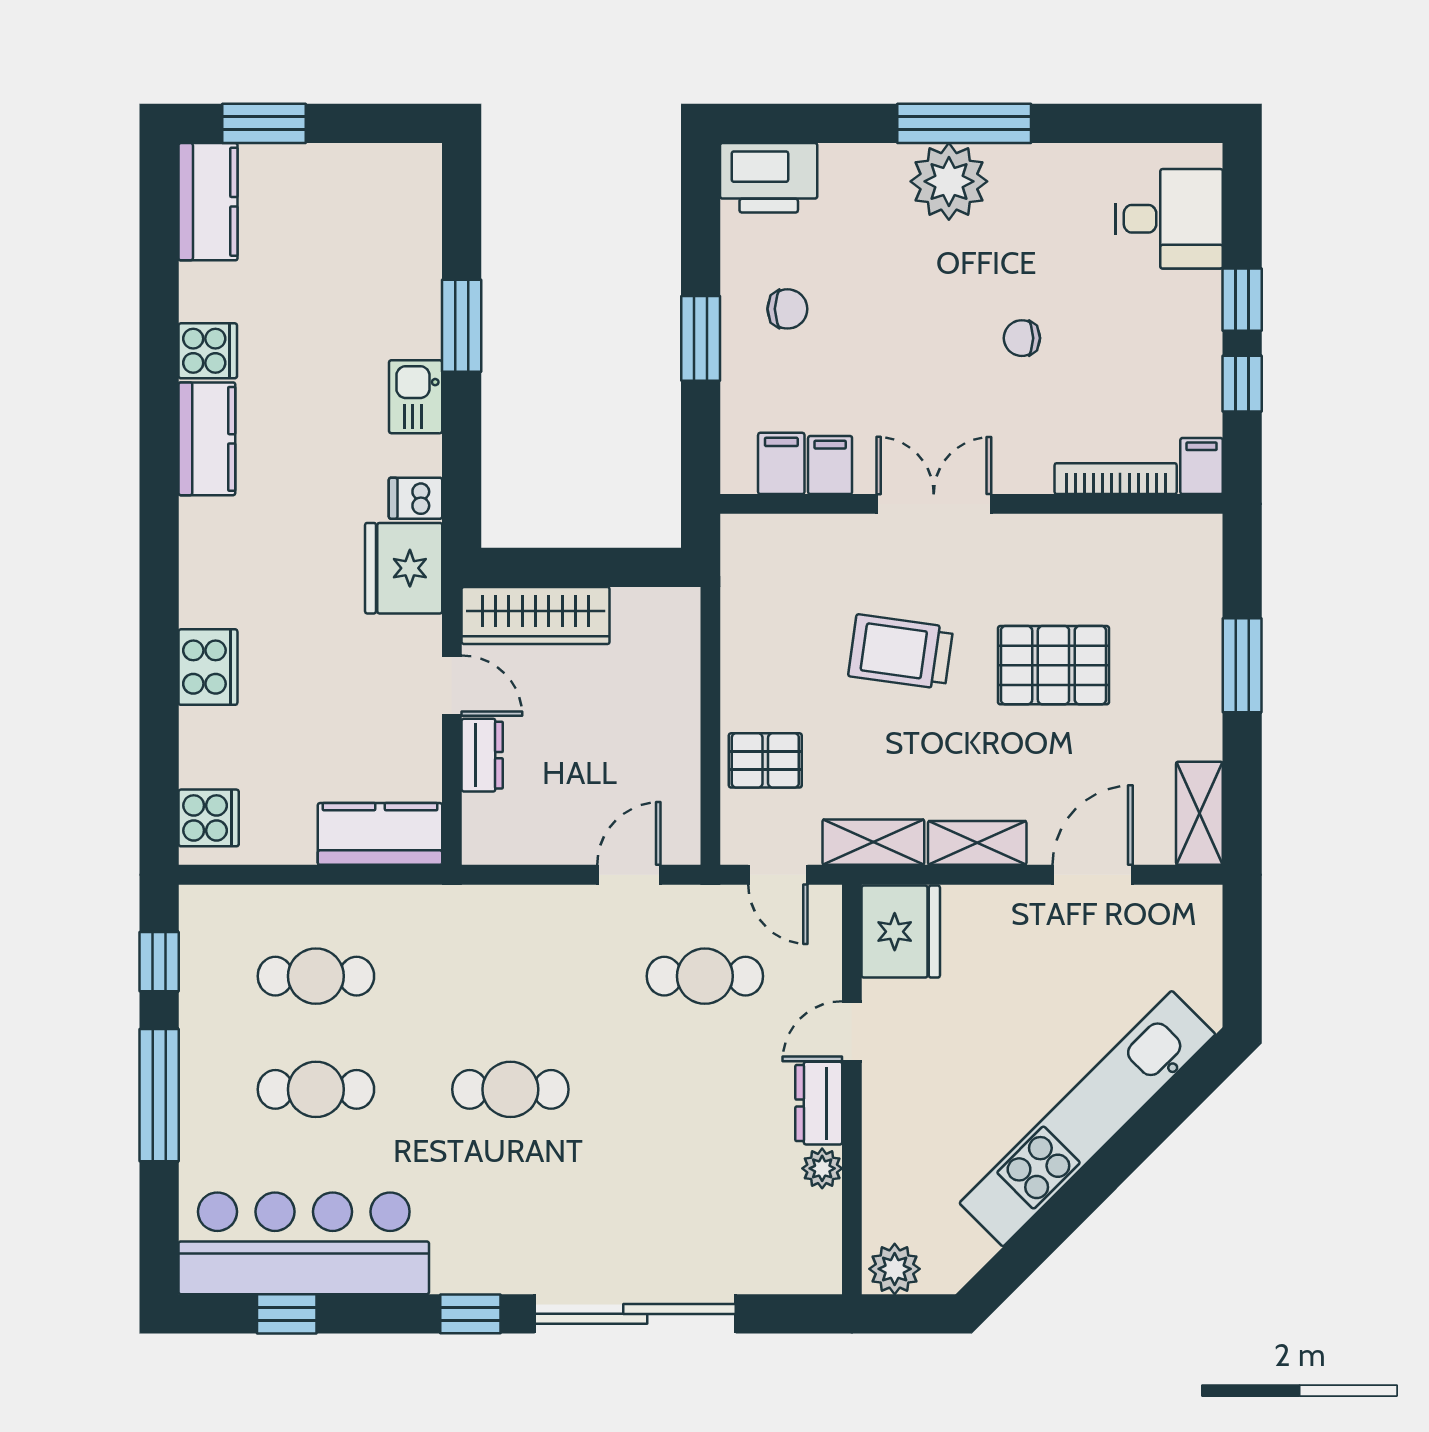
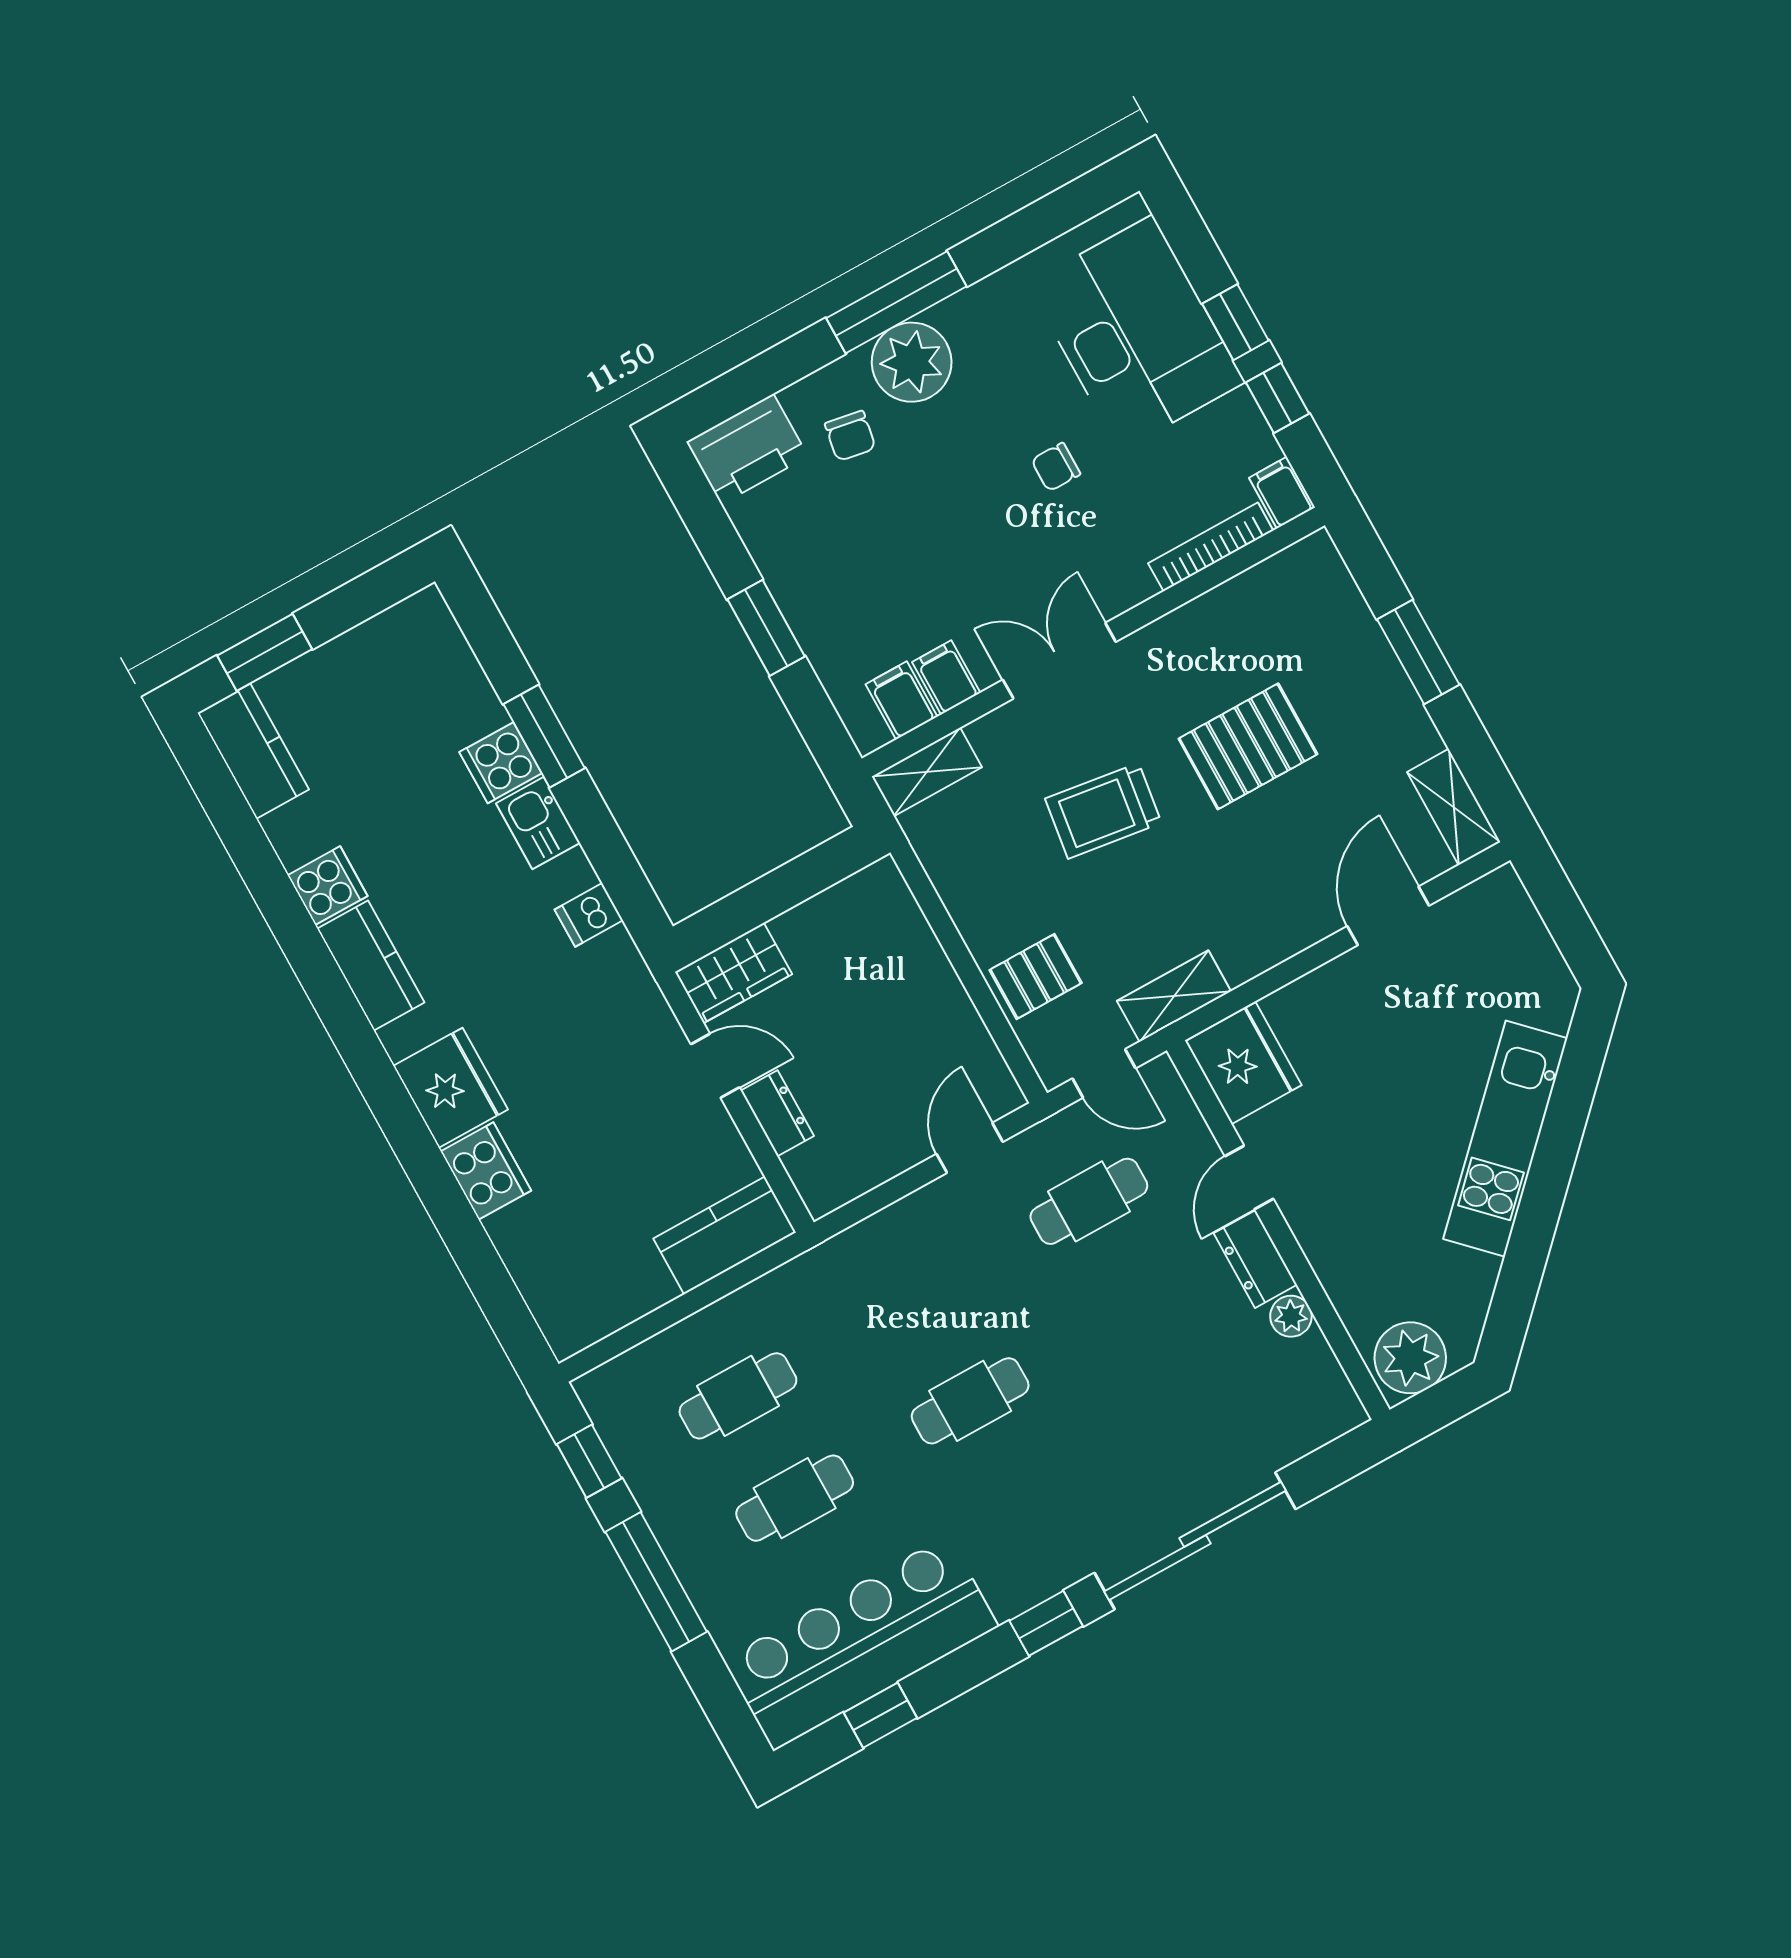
desk: (1169, 219) -> (1136, 333), width x1.87, depth x1.30
chair: (787, 309) -> (850, 436), moved, turned 100
fridge: (404, 568) -> (451, 1088), moved, turned 180
wardrobe: (536, 615) -> (734, 973), width x0.67
cooker: (209, 818) -> (500, 763), moved, turned 180
shelving: (977, 843) -> (927, 772), moved
kitchen unit: (1087, 1119) -> (1505, 1139), width x0.73
plant: (895, 1269) -> (1410, 1358), width x1.36, depth x1.36

